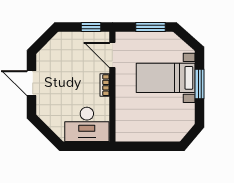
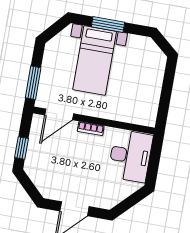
window: (91, 27) -> (22, 148), moved
window: (151, 27) -> (33, 83), moved

